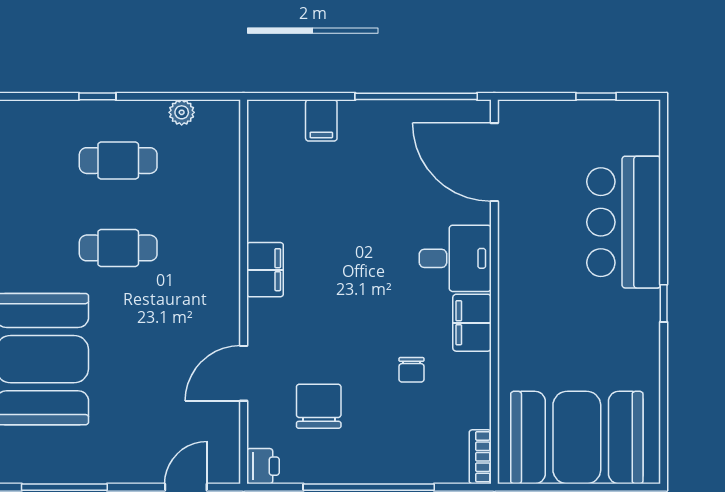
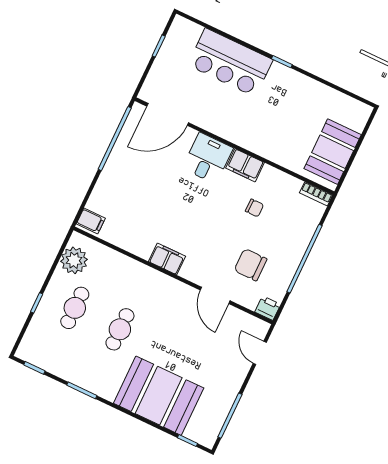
plant: (182, 112) -> (74, 260), width x1.87, depth x1.87
filing cabinet: (321, 120) -> (91, 221), moved
booth: (577, 438) -> (333, 152), width x0.73, depth x0.70

